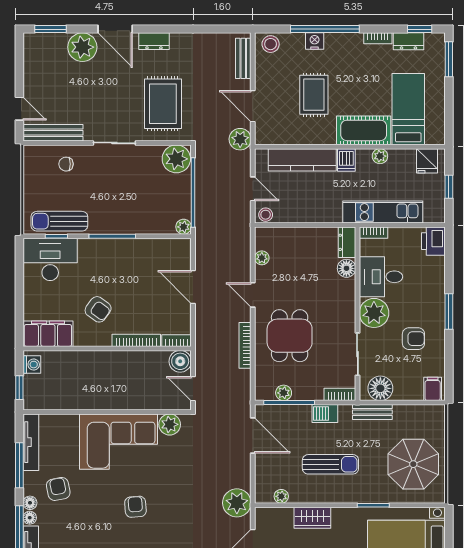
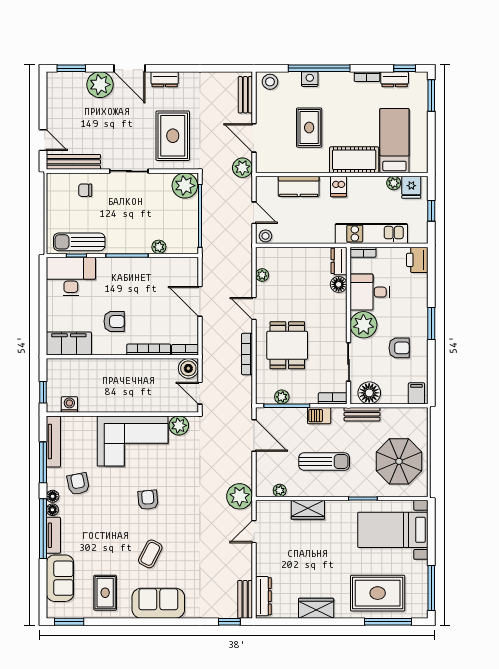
plant: (380, 156) -> (394, 183), moved
kitchen counter: (302, 160) -> (299, 186), width x0.67
plant: (184, 227) -> (159, 247), moved
armchair: (98, 309) -> (114, 321), turned -36
washing machine: (32, 365) -> (69, 405), moved, turned -90

